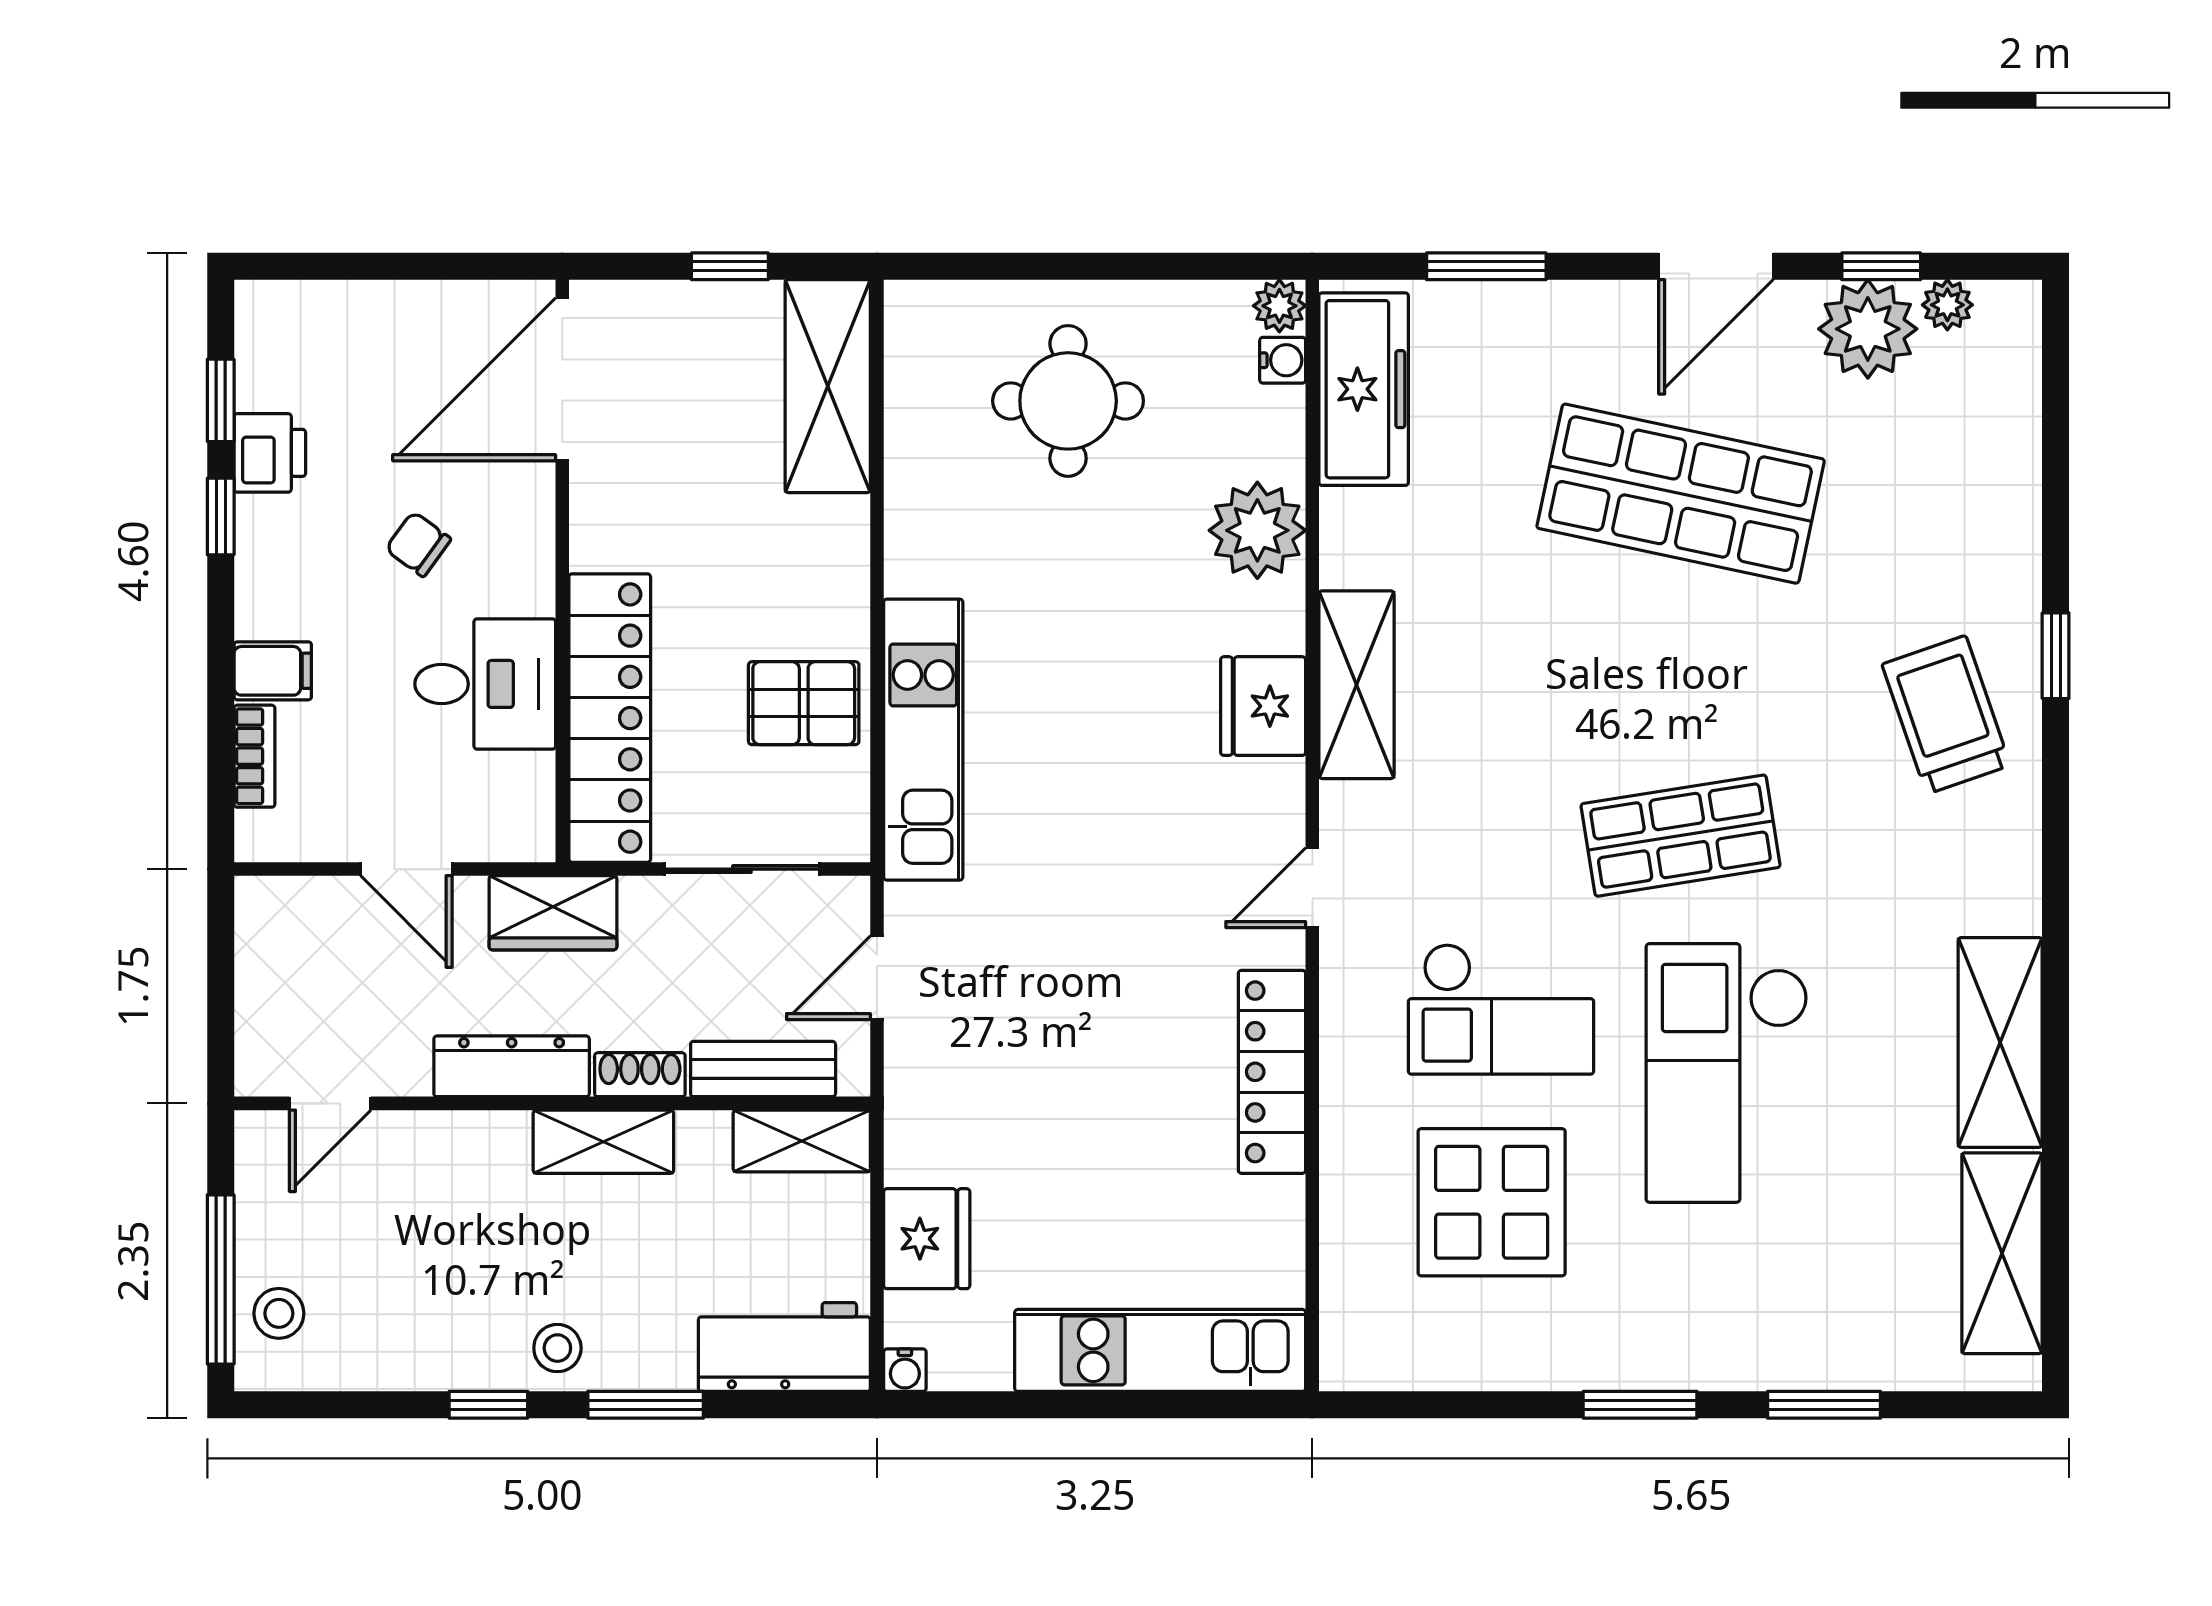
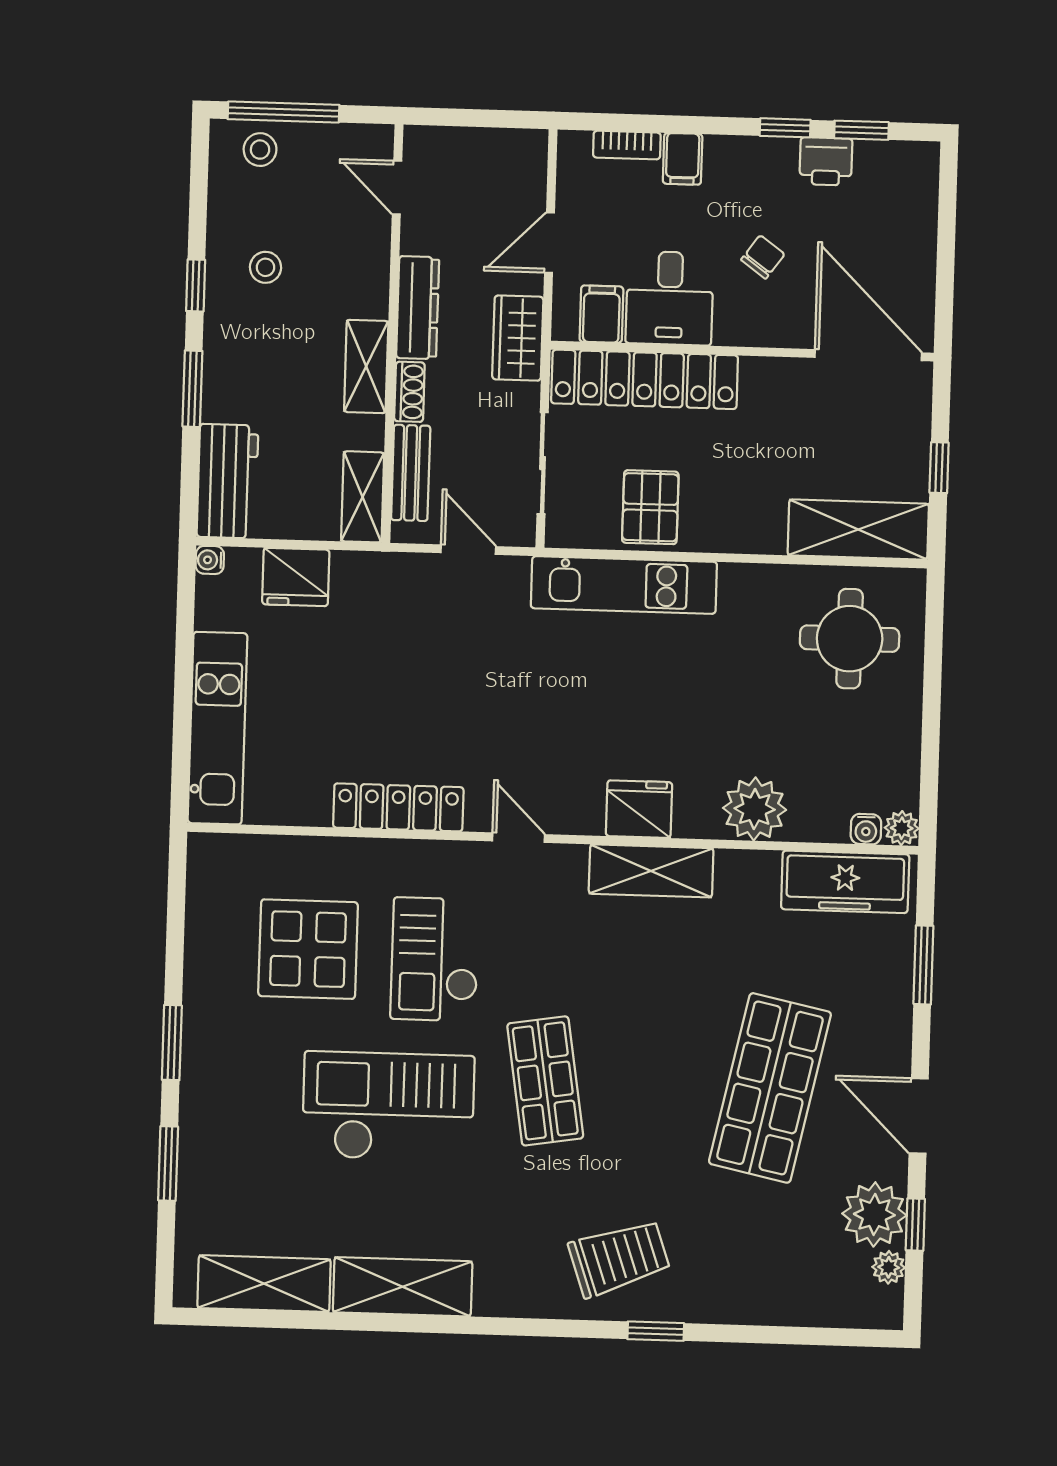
round table: (1068, 401) -> (850, 639), moved
filing cabinet: (513, 787) -> (601, 314), added
stool: (557, 1348) -> (265, 267), moved

